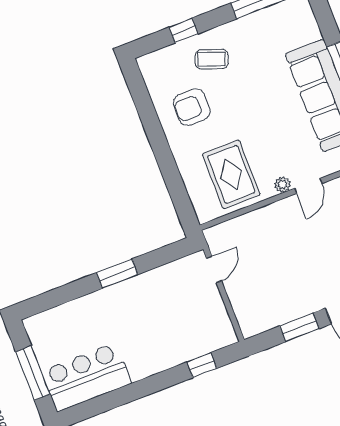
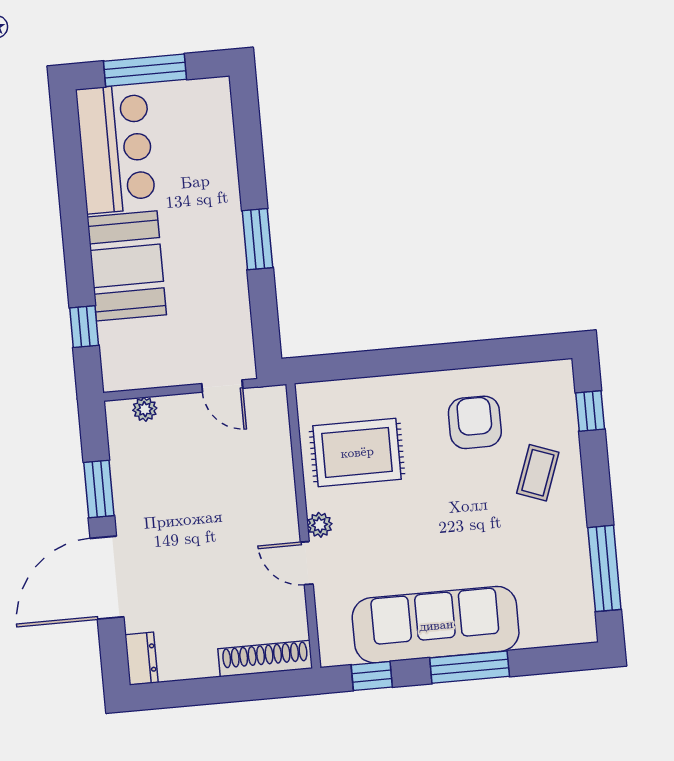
window: (184, 31) -> (590, 411), moved
plant: (242, 313) -> (145, 409), added
booth: (157, 350) -> (127, 266), added

